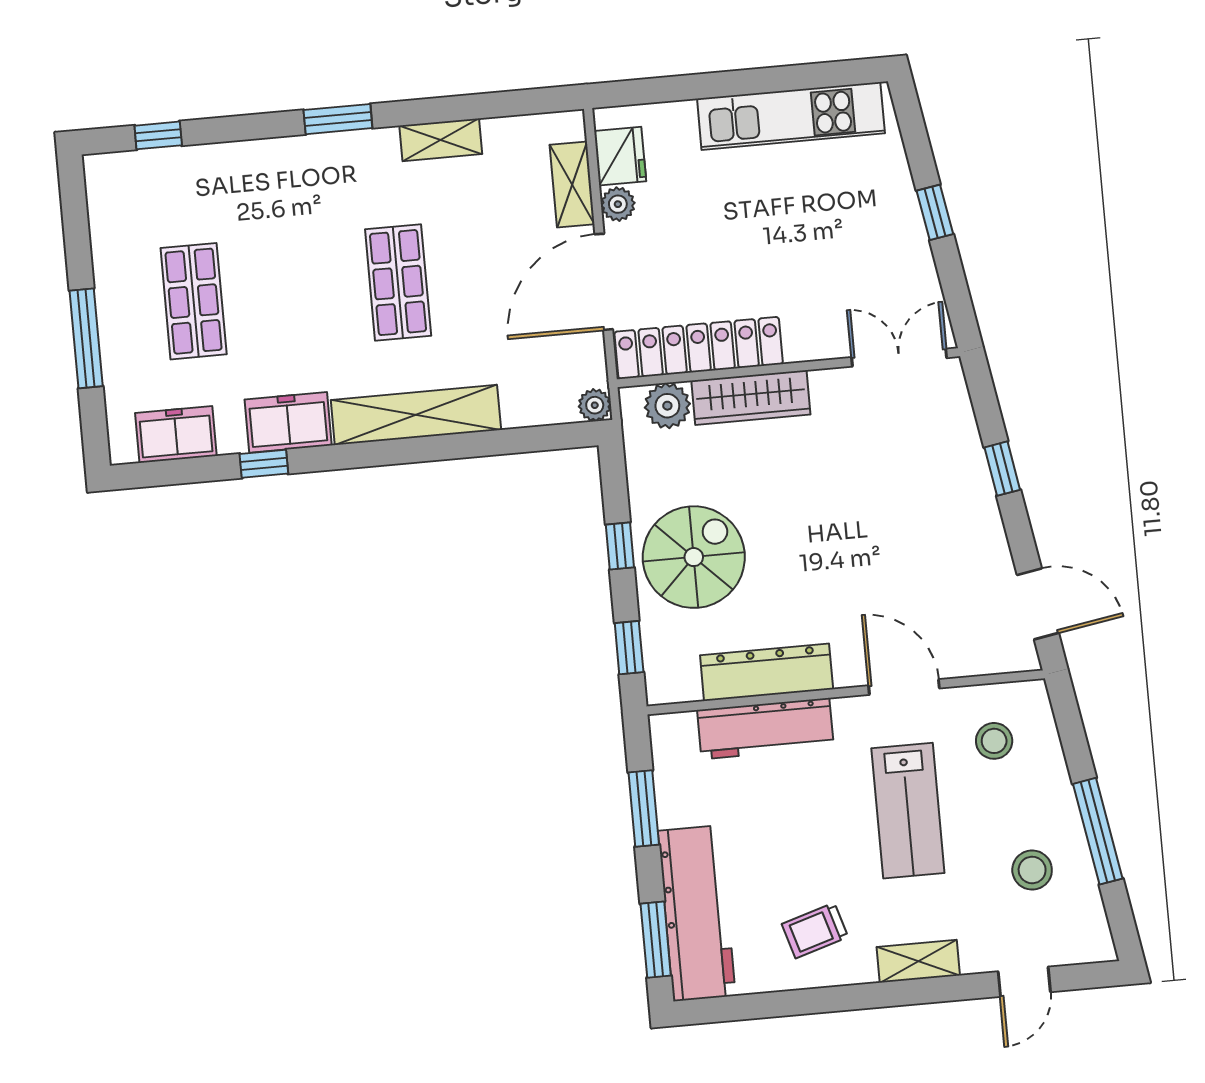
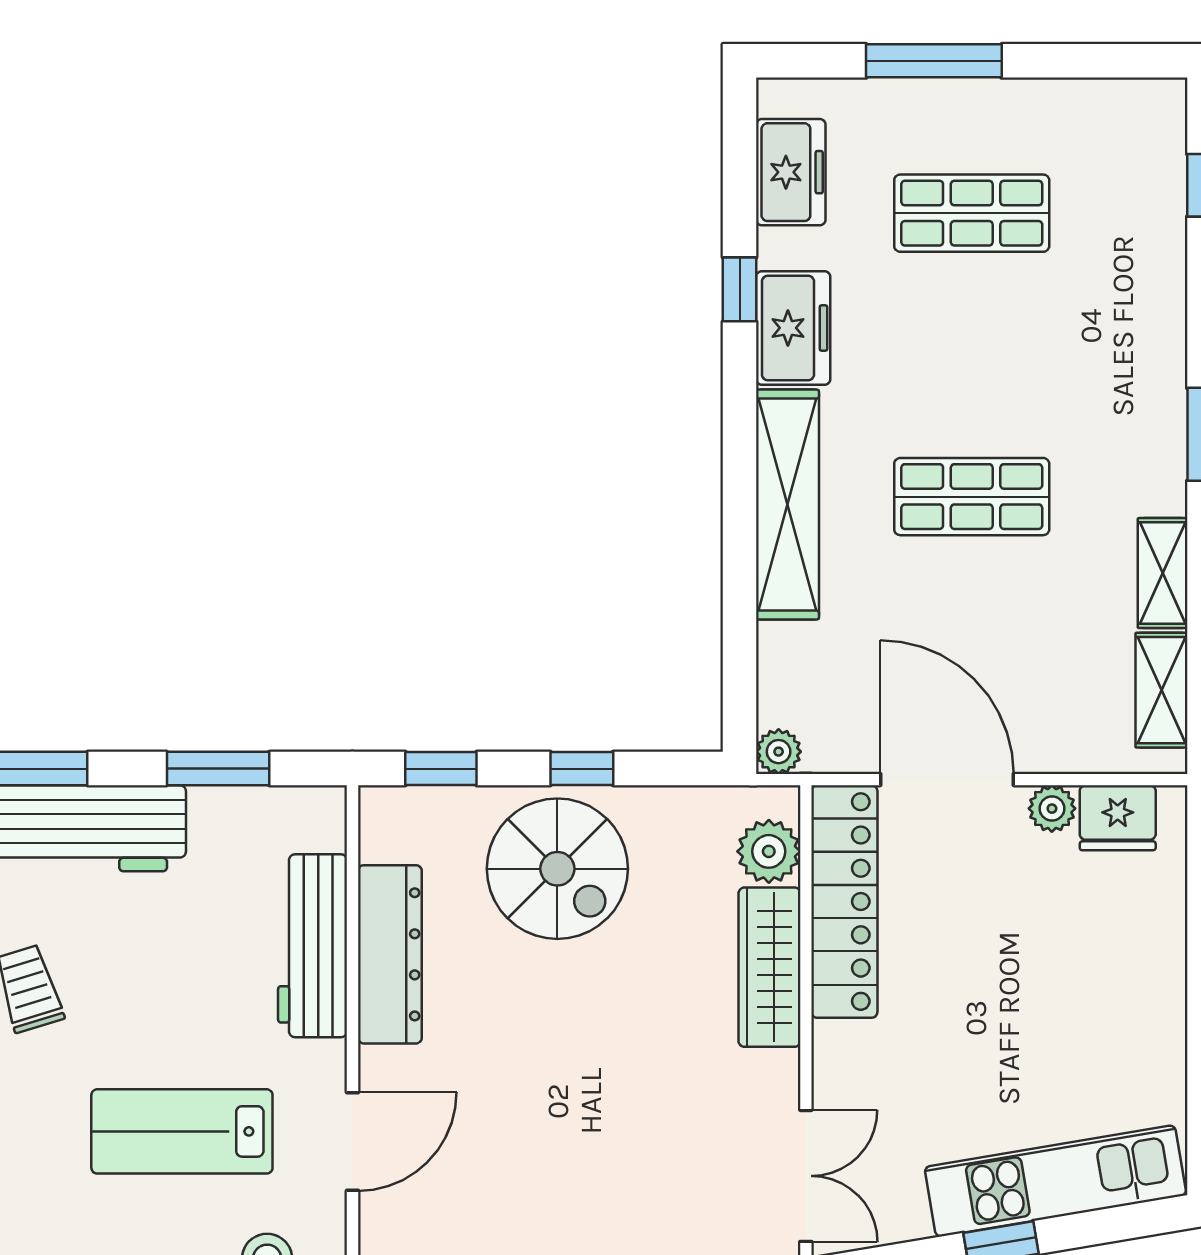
kitchen unit: (791, 116) -> (1055, 1181), moved, turned 80
shelving: (572, 185) -> (1161, 690), moved, turned 90

